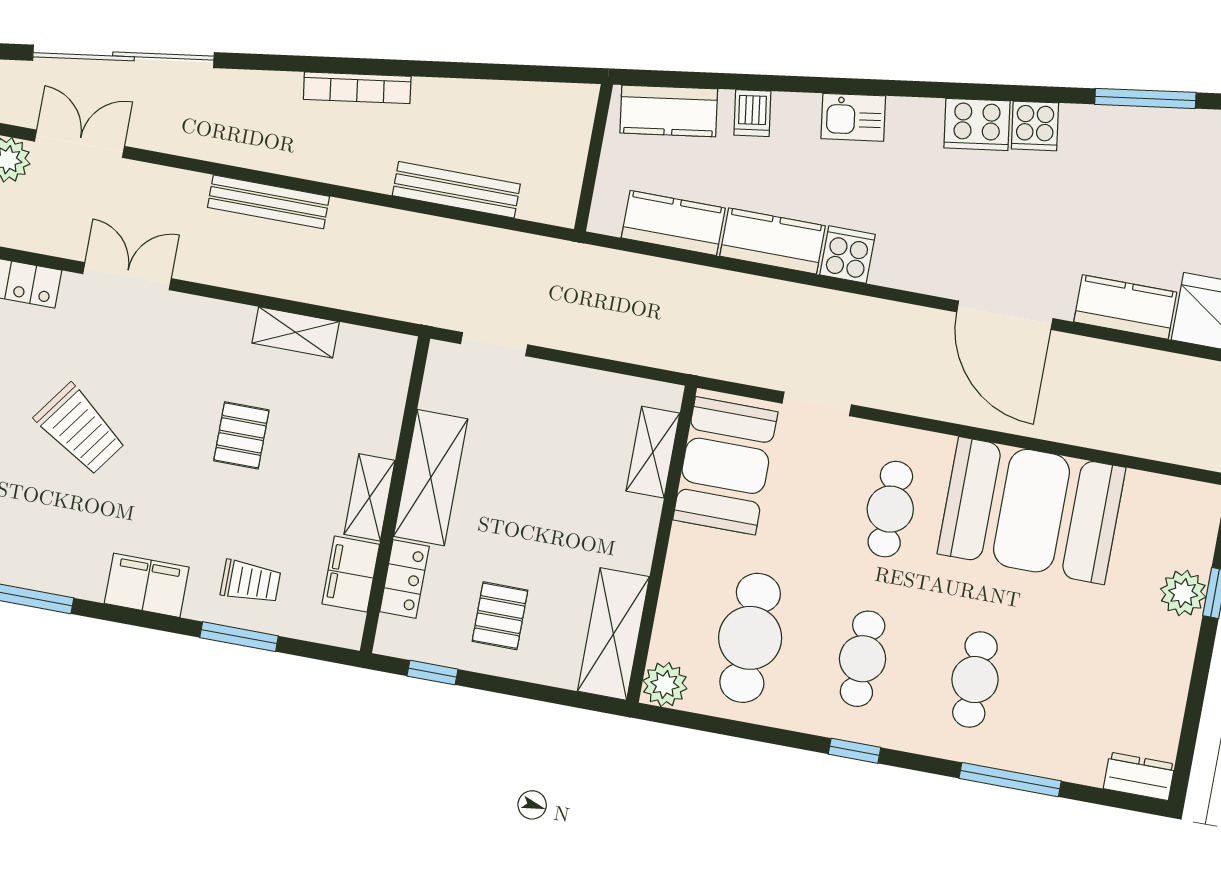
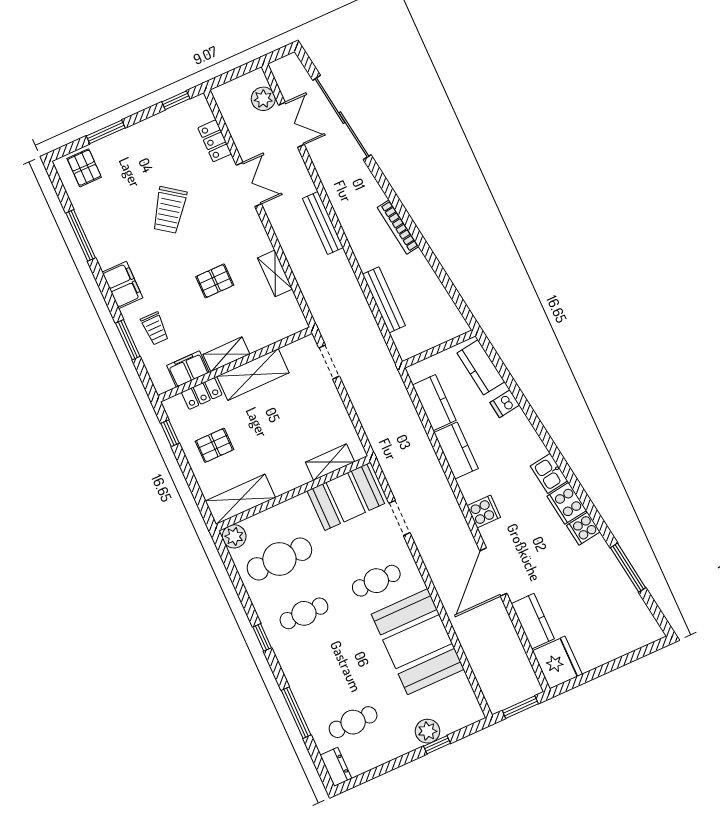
kitchen sink: (853, 117) -> (549, 473), moved
cooker: (847, 255) -> (484, 511), moved
cafe table: (975, 680) -> (353, 722), moved

